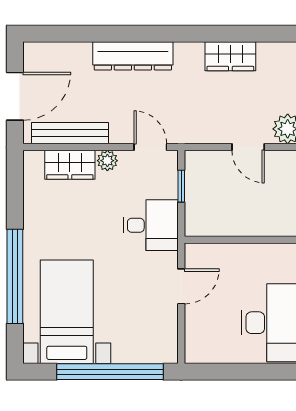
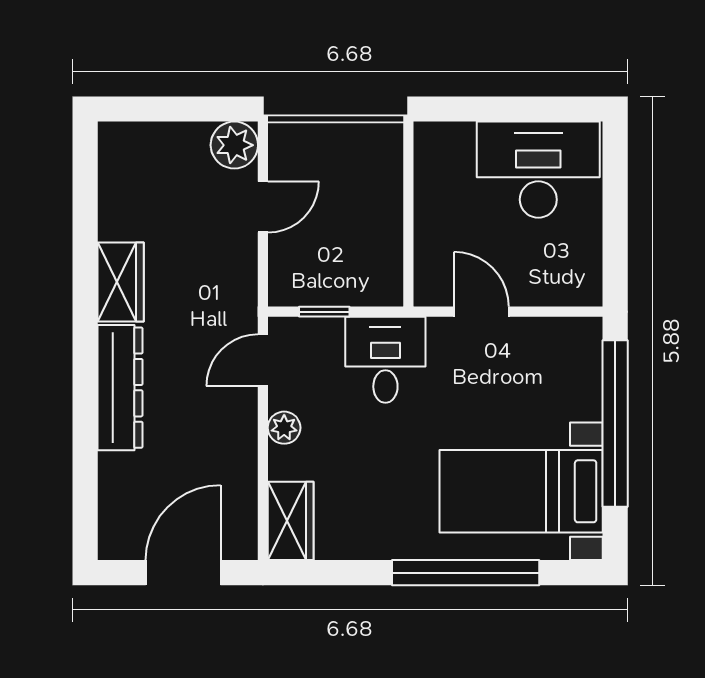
wardrobe: (230, 56) -> (121, 282), moved
door: (15, 96) -> (183, 573), hinge flipped
bench: (70, 133) -> (241, 486), removed
wardrobe: (70, 165) -> (291, 521), moved

